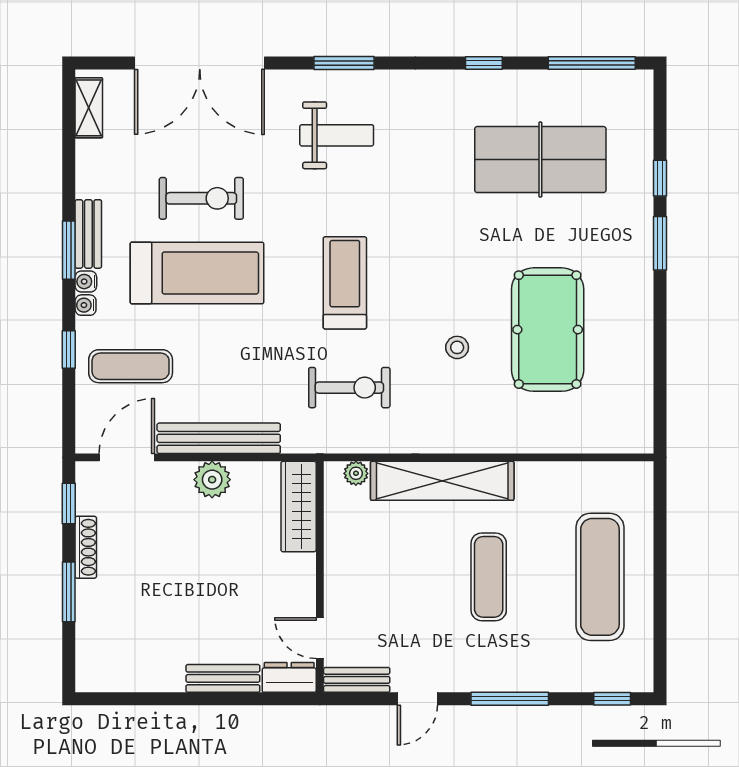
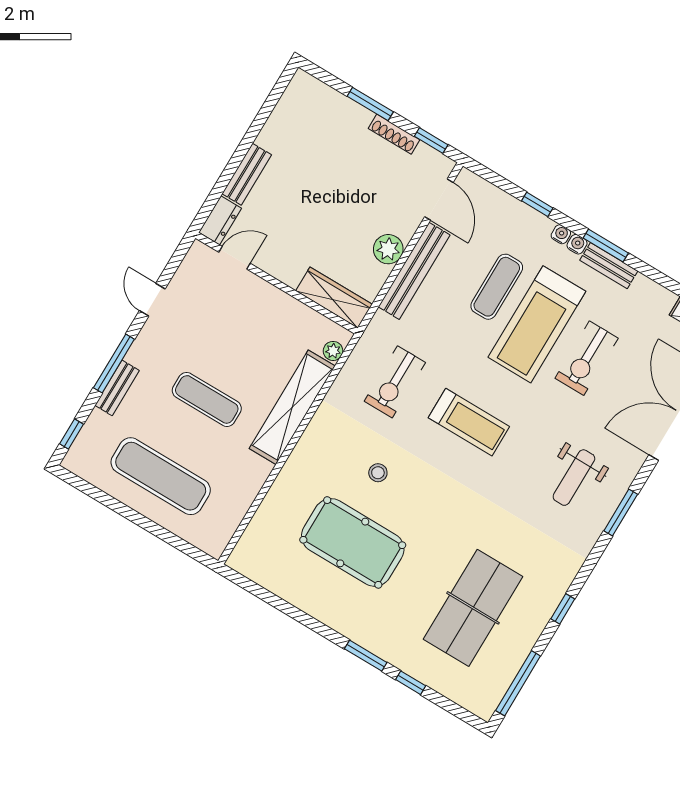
exercise mat: (131, 366) -> (497, 287), moved
bench: (357, 680) -> (117, 388), moved

